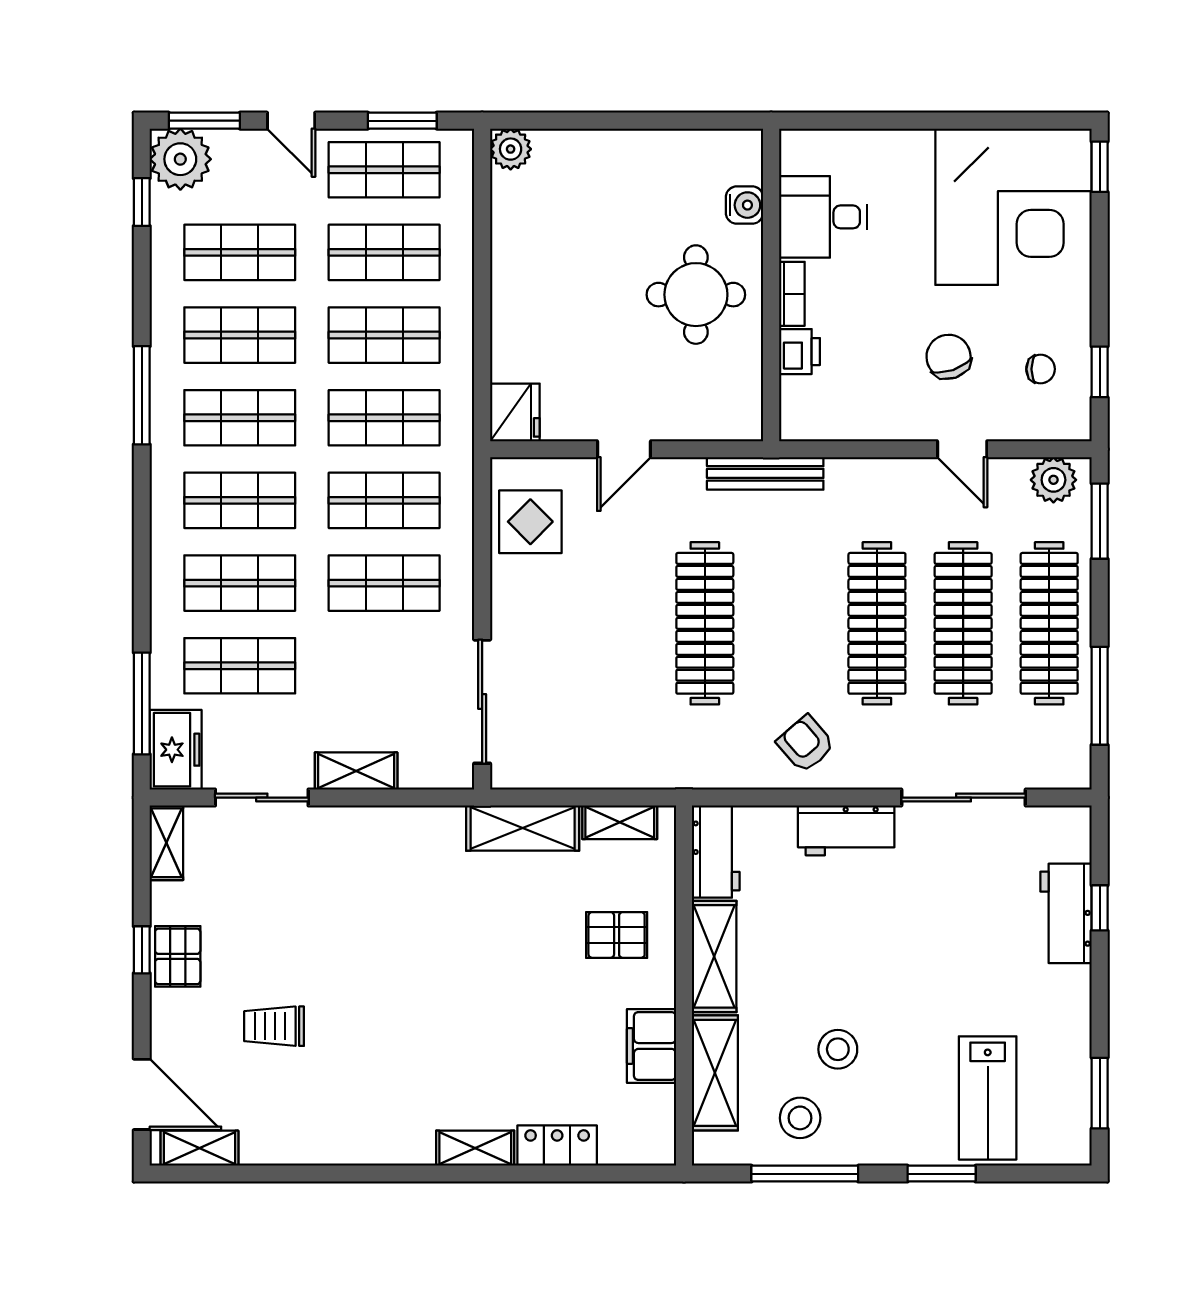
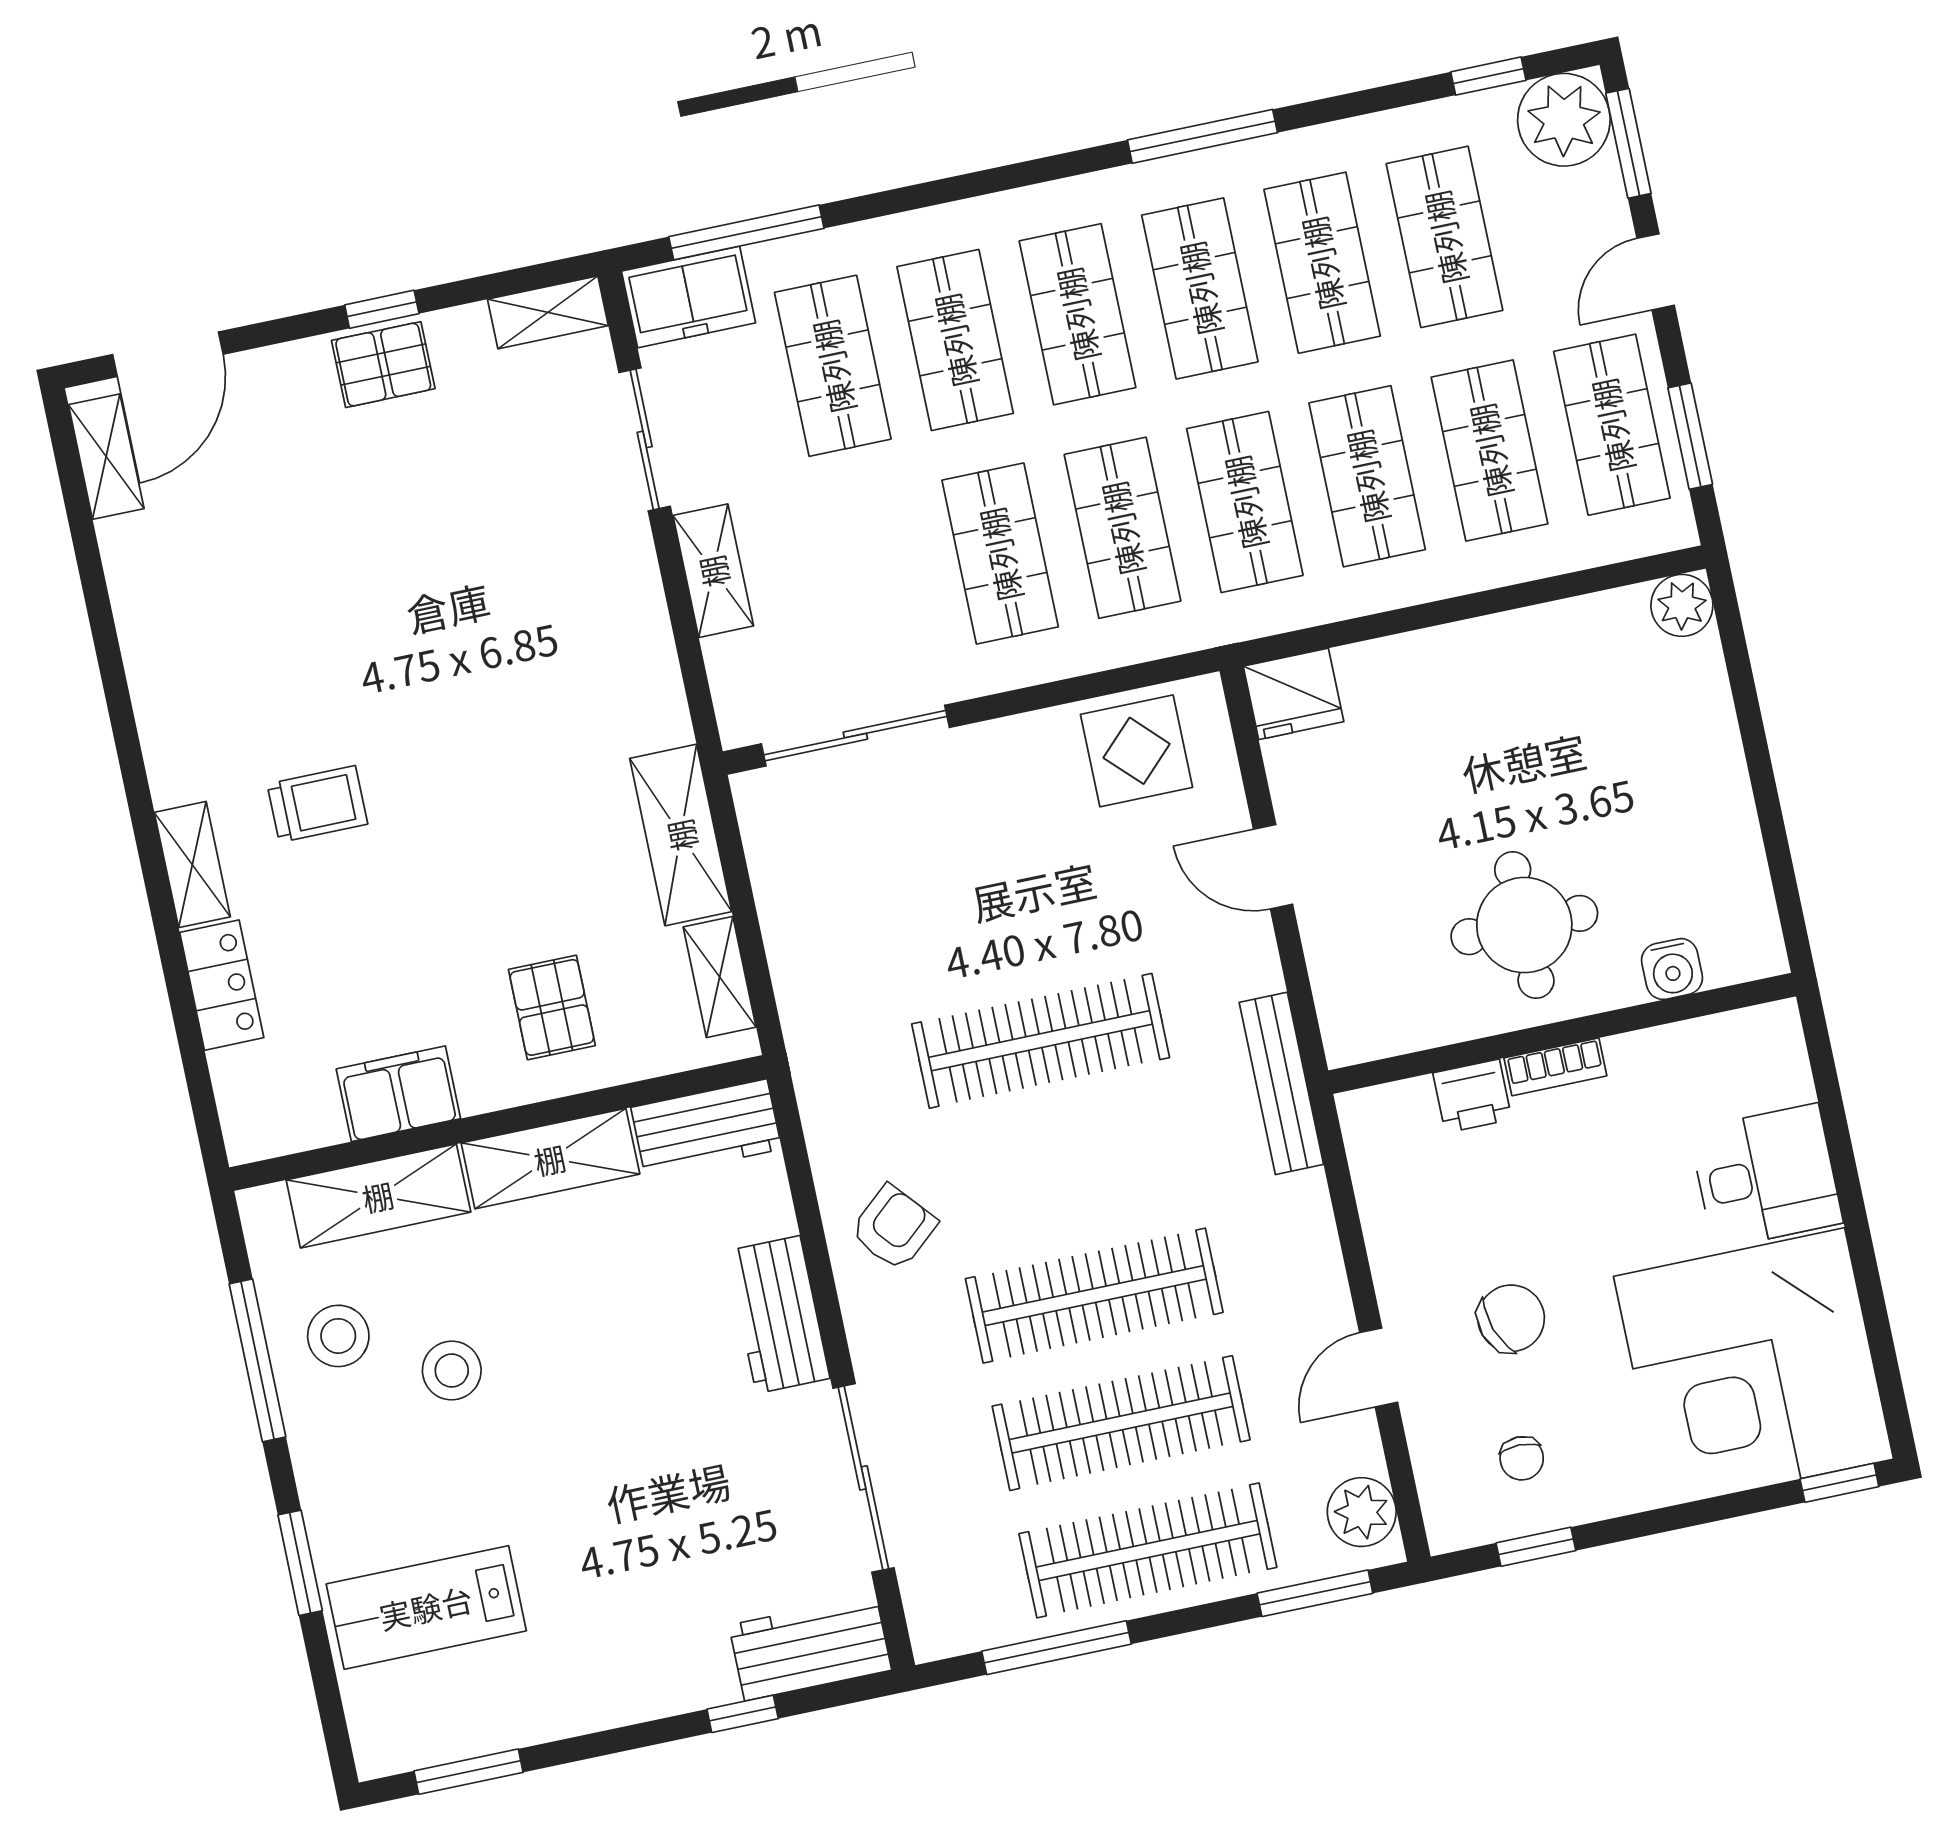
desk: (823, 217) -> (1766, 1176), moved, turned 90
workbench: (1066, 913) -> (810, 1648), moved
trolley: (274, 1026) -> (317, 804), moved, turned 90

